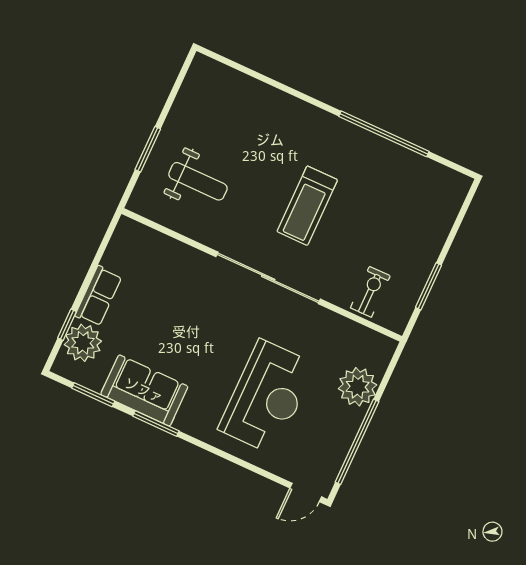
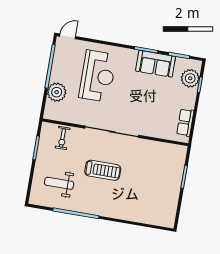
weight bench: (198, 181) -> (59, 183), moved
treadmill: (307, 206) -> (103, 170), turned 90
row of seats: (98, 296) -> (185, 123), moved
reception desk: (267, 397) -> (98, 76), turned 180

